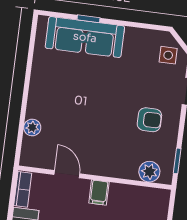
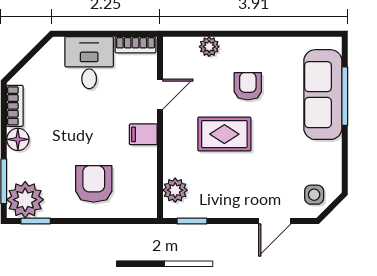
window: (88, 19) -> (345, 96), width x2.17
armchair: (149, 120) -> (248, 86), moved, turned 180
rug: (107, 124) -> (224, 134), added

